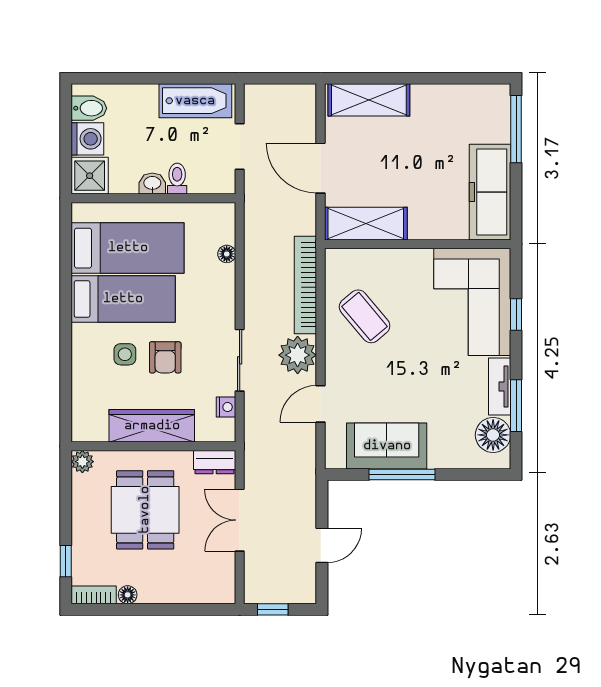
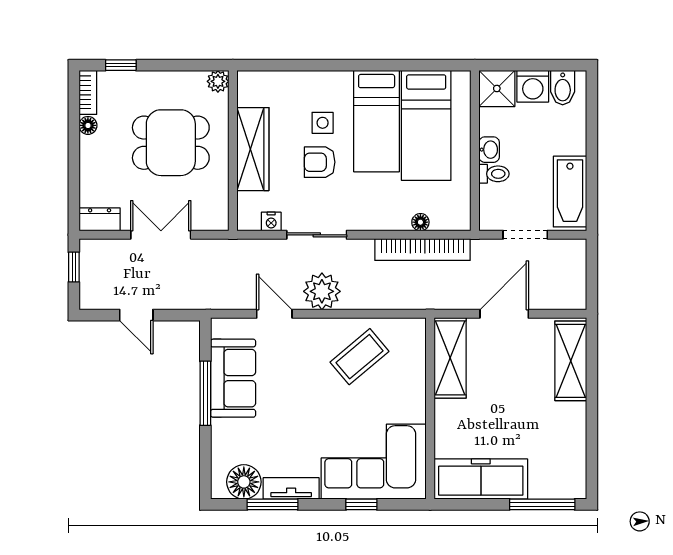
bookcase: (305, 285) -> (422, 250), moved, turned 180
dresser: (215, 462) -> (100, 219), moved, turned 90

